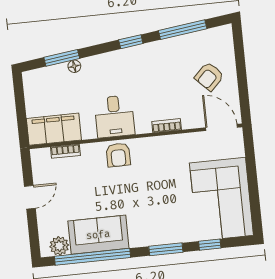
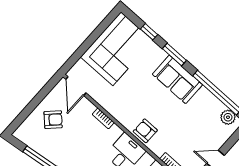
armchair: (118, 155) -> (145, 131), turned -90
sofa: (98, 235) -> (177, 79), moved

